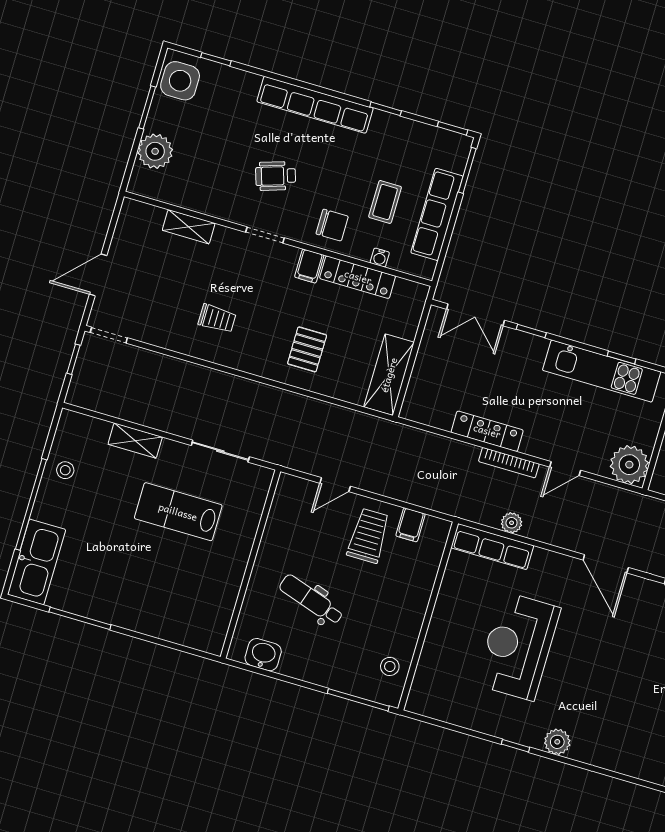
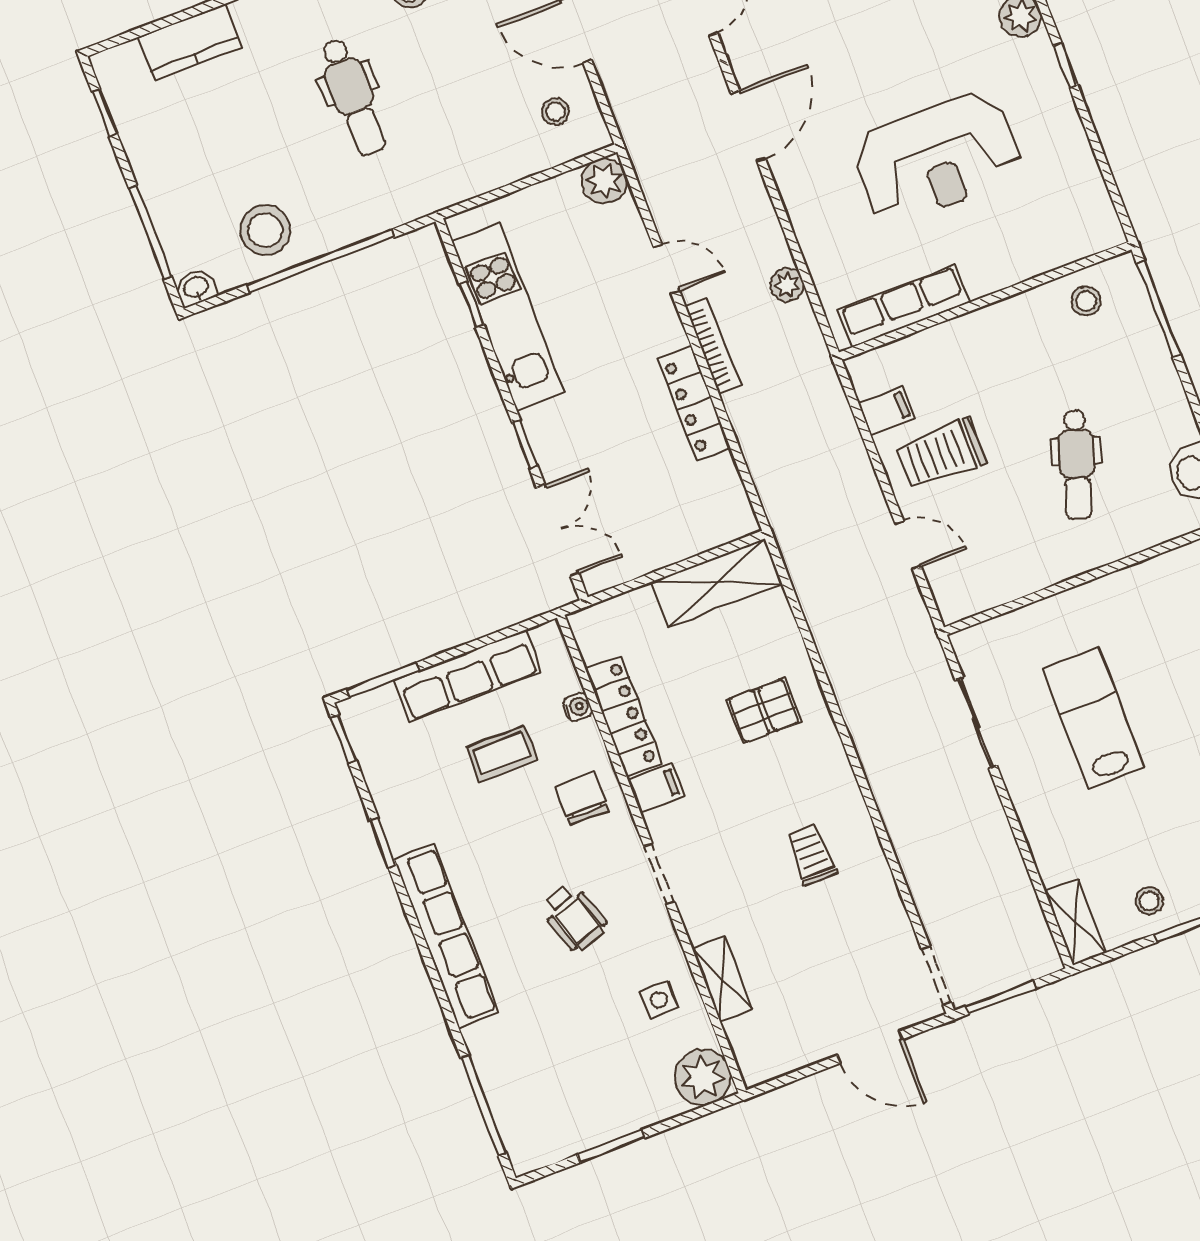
window: (216, 59) -> (484, 1105), width x2.17
side table: (180, 81) -> (659, 1000), moved, width x0.54, depth x0.54
plant: (155, 151) -> (703, 1077), moved
window: (73, 359) -> (1001, 997), width x1.50
shelving: (135, 441) -> (1076, 922), moved
plant: (629, 465) -> (605, 181), width x0.73, depth x0.73
lab bench: (178, 512) -> (1093, 718), turned 180
row of seats: (492, 547) -> (903, 306), moved, turned -90

